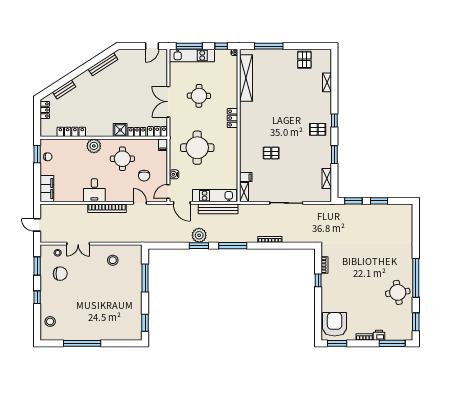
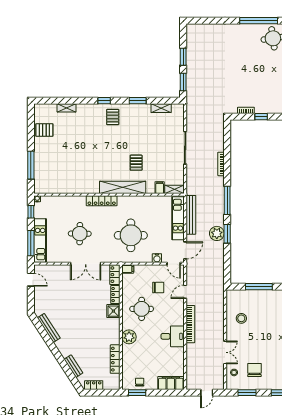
shelving: (246, 78) -> (123, 187), moved
locker: (232, 118) -> (102, 201), width x1.53

